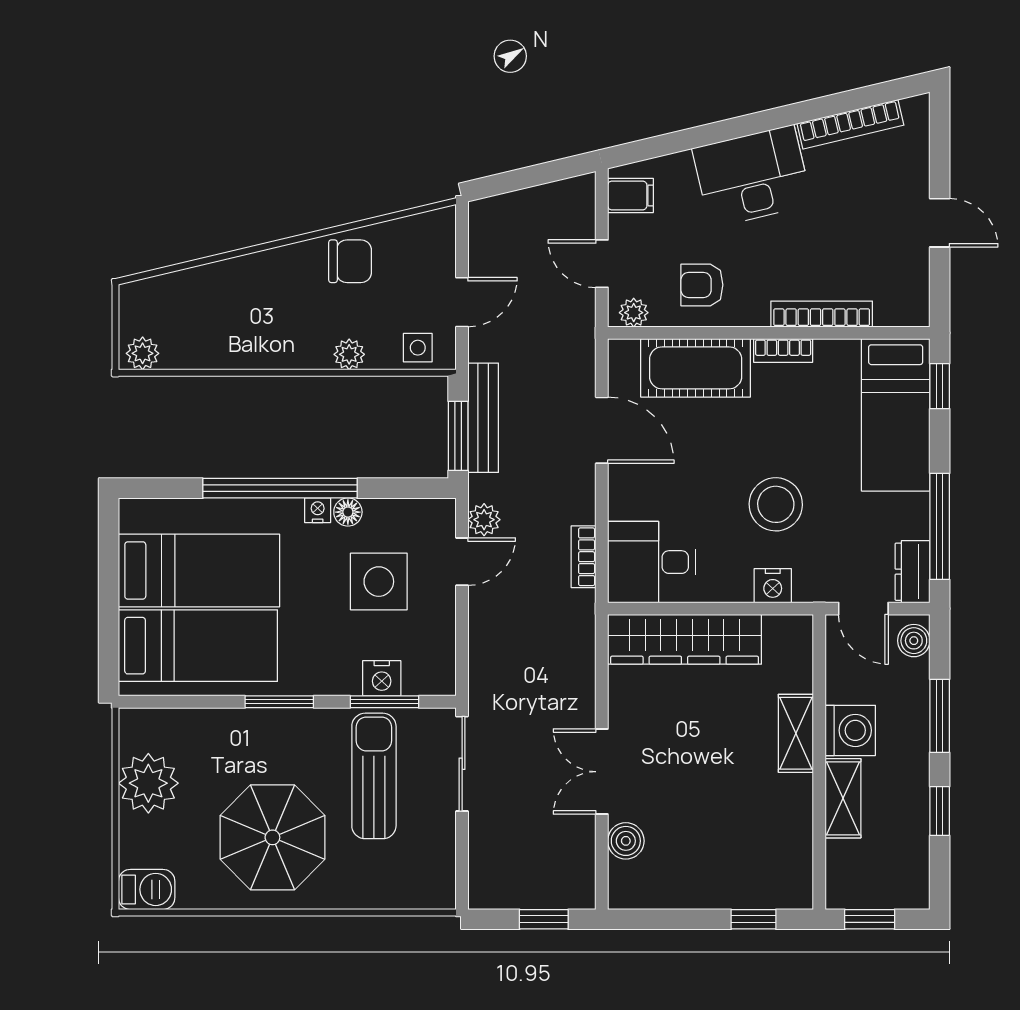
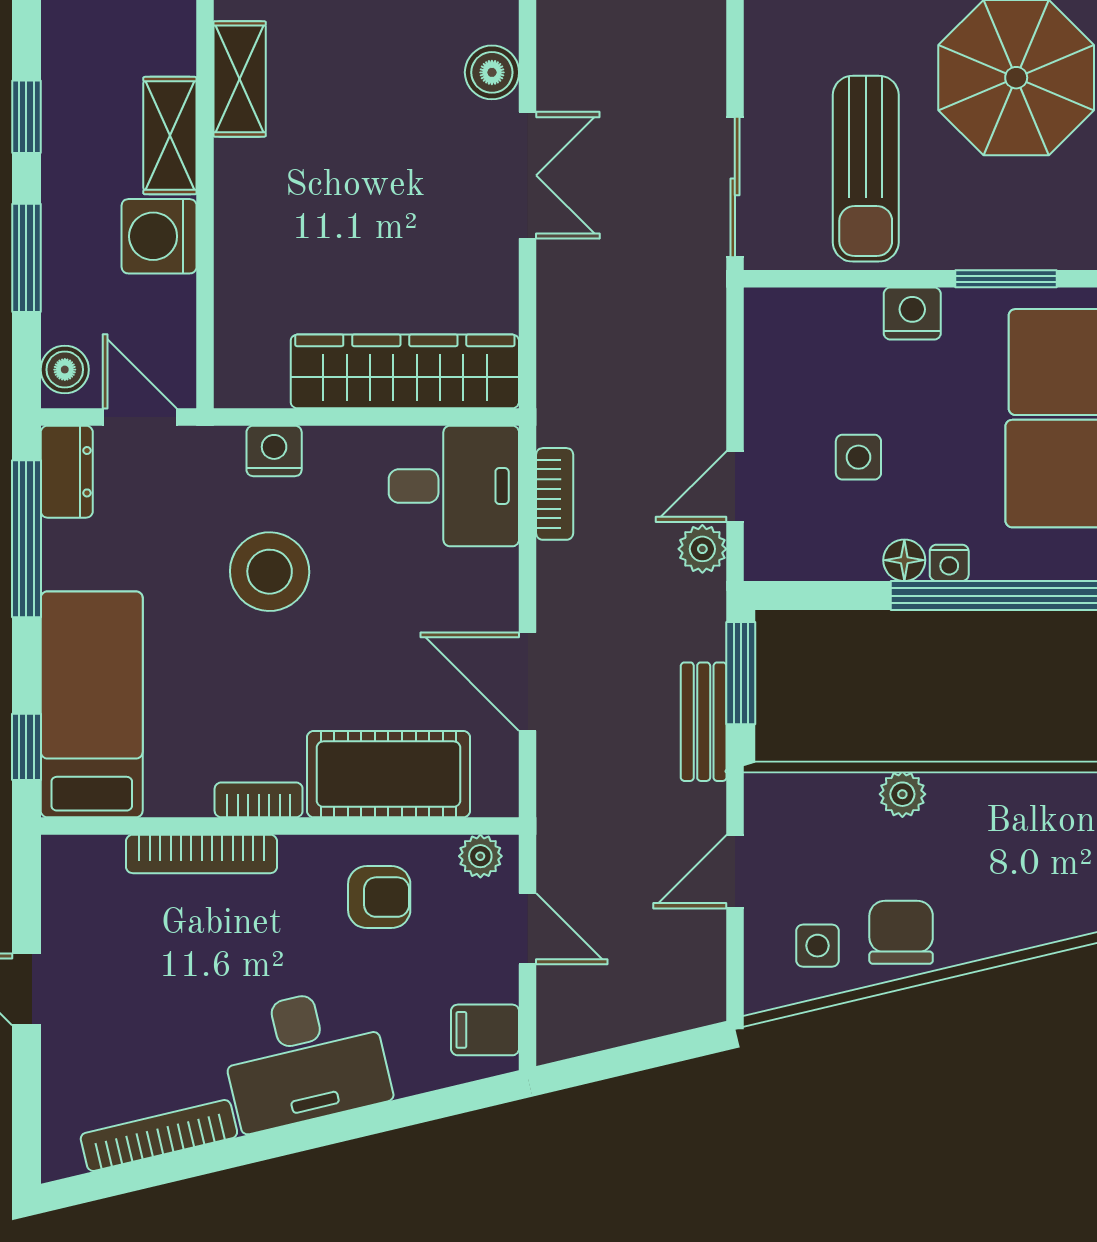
chair: (350, 261) -> (901, 932), turned 90
side table: (418, 348) -> (818, 946), moved
bench: (483, 418) -> (704, 722), width x0.73
side table: (379, 582) -> (858, 457), width x0.54, depth x0.54
nightstand: (382, 678) -> (912, 314), moved
window: (384, 702) -> (850, 279), removed
shelving: (796, 733) -> (240, 79), moved

